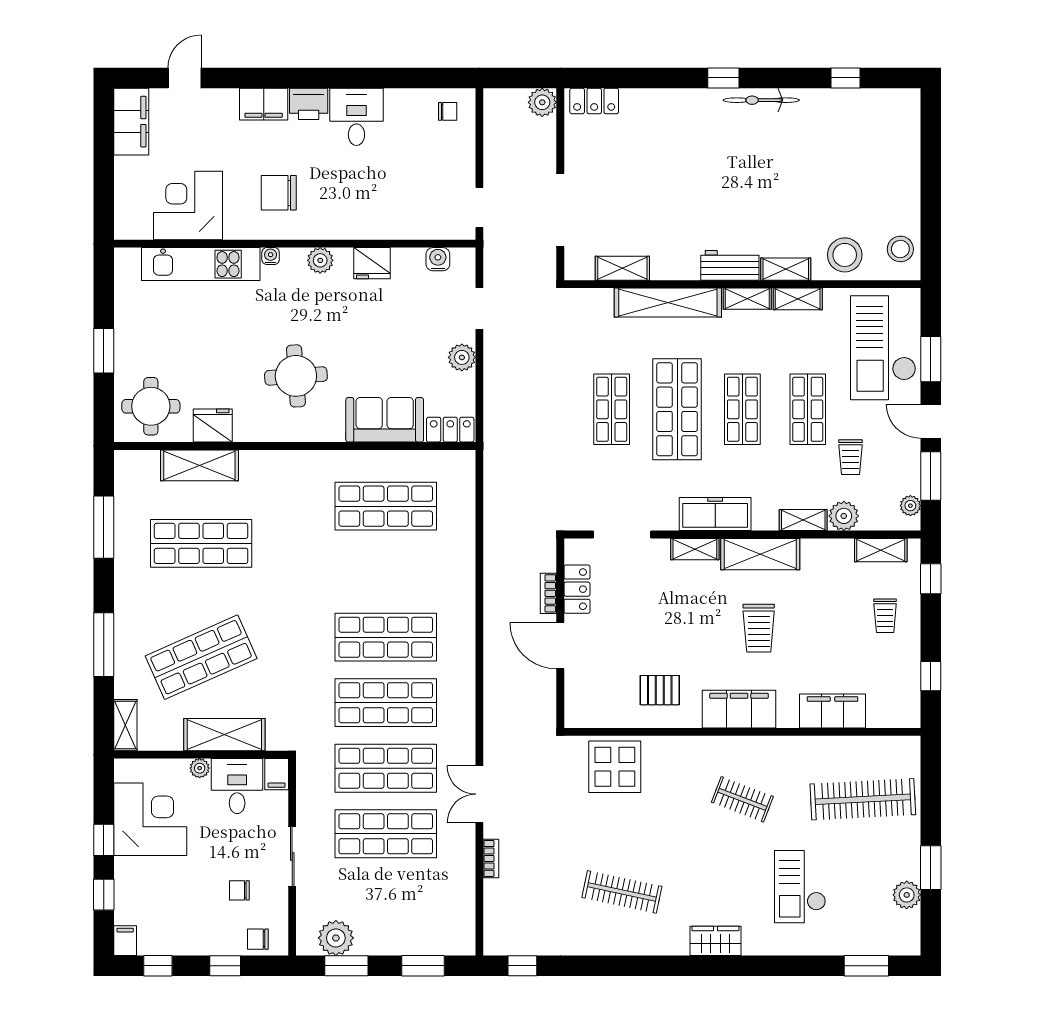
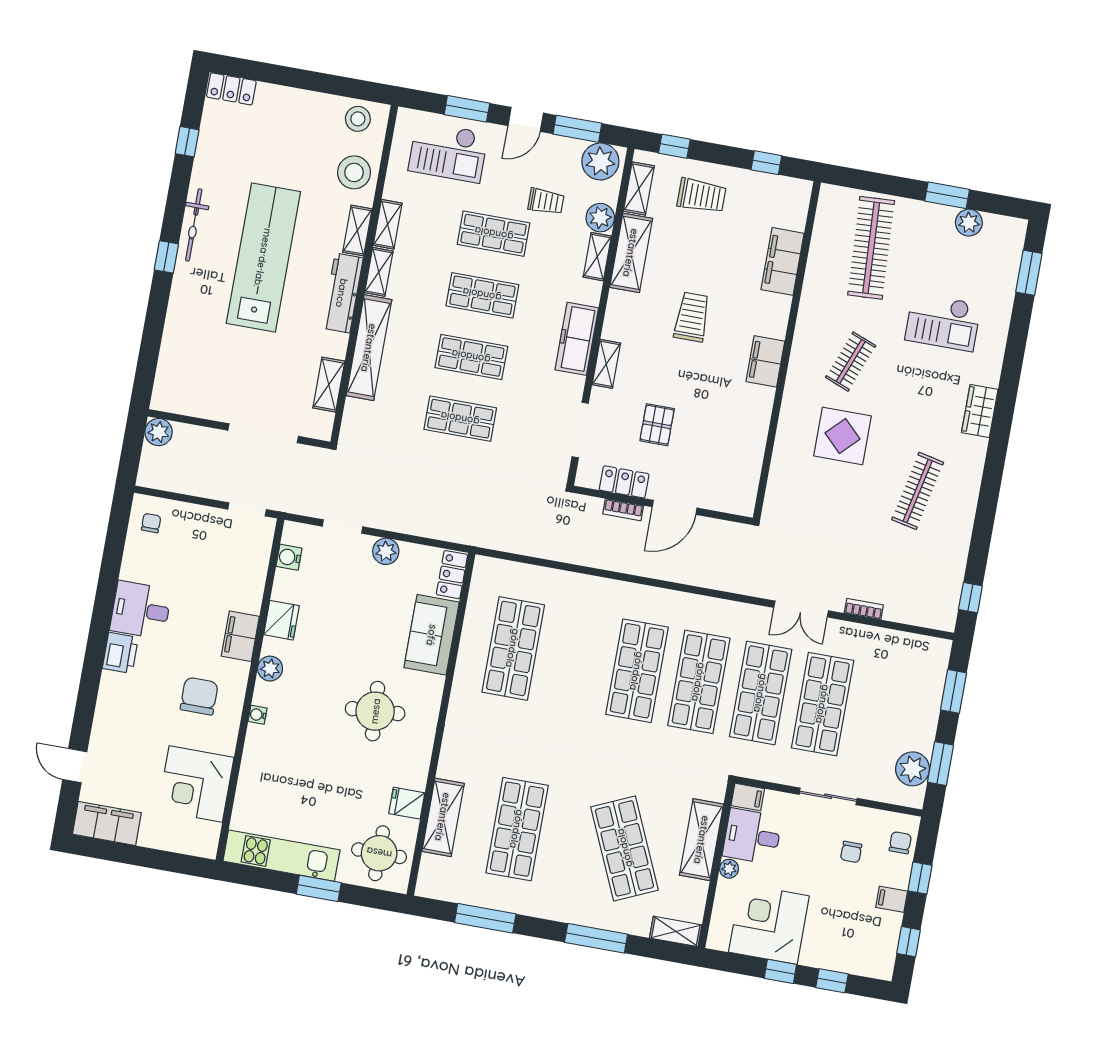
locker: (594, 101) -> (231, 89), moved, turned 90
filing cabinet: (264, 104) -> (240, 636), moved, turned 180
lab bench: (741, 178) -> (263, 258), added
chair: (279, 193) -> (199, 696), turned 180
kitchen unit: (201, 264) -> (281, 856), moved, turned -90
workbench: (730, 265) -> (342, 293), width x1.38
checkout: (883, 348) -> (448, 152), width x0.73, depth x0.83
shop shelf: (677, 409) -> (471, 357), width x0.70, depth x0.74
fridge: (213, 426) -> (407, 803), width x0.72
plant: (910, 506) -> (600, 161), width x1.88, depth x1.88
shelving: (760, 554) -> (631, 253), moved
trolley: (885, 616) -> (702, 196), width x1.36, depth x1.39
trolley: (759, 628) -> (692, 317), turned -90
pallet: (660, 690) -> (657, 425), moved
filing cabinet: (739, 709) -> (765, 361), width x0.67, depth x0.86
display table: (615, 767) -> (842, 436), moved
chair: (258, 939) -> (900, 843), turned 180
filing cabinet: (125, 941) -> (892, 899), moved

